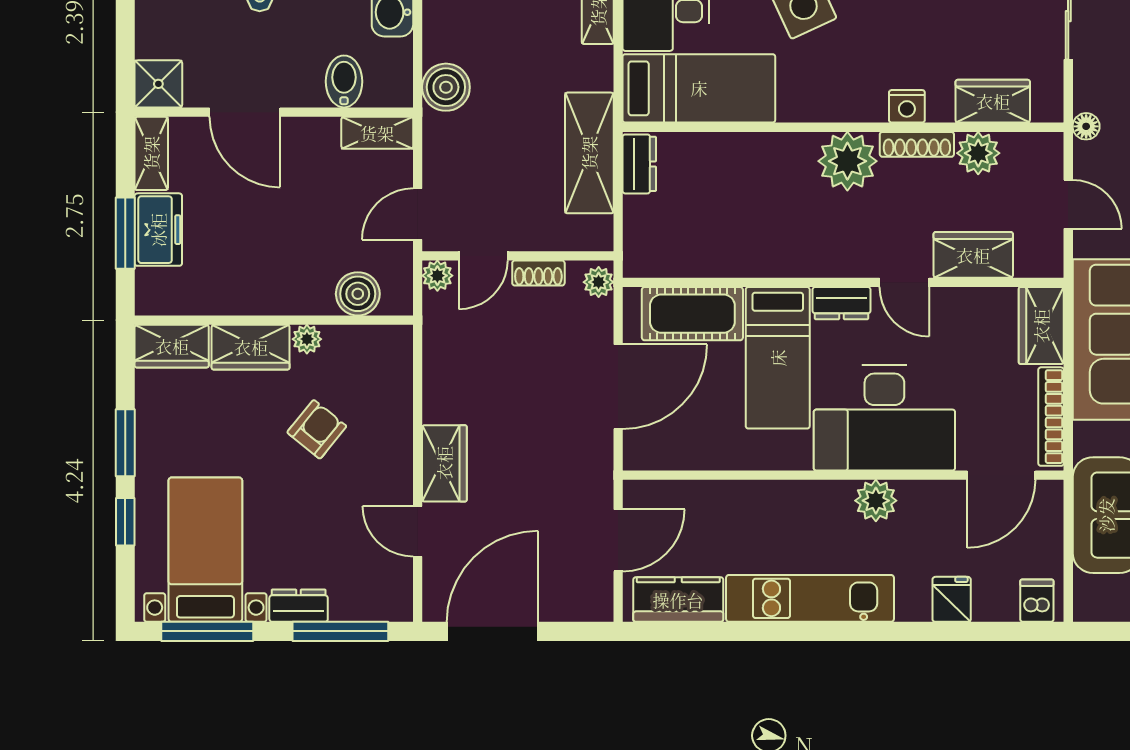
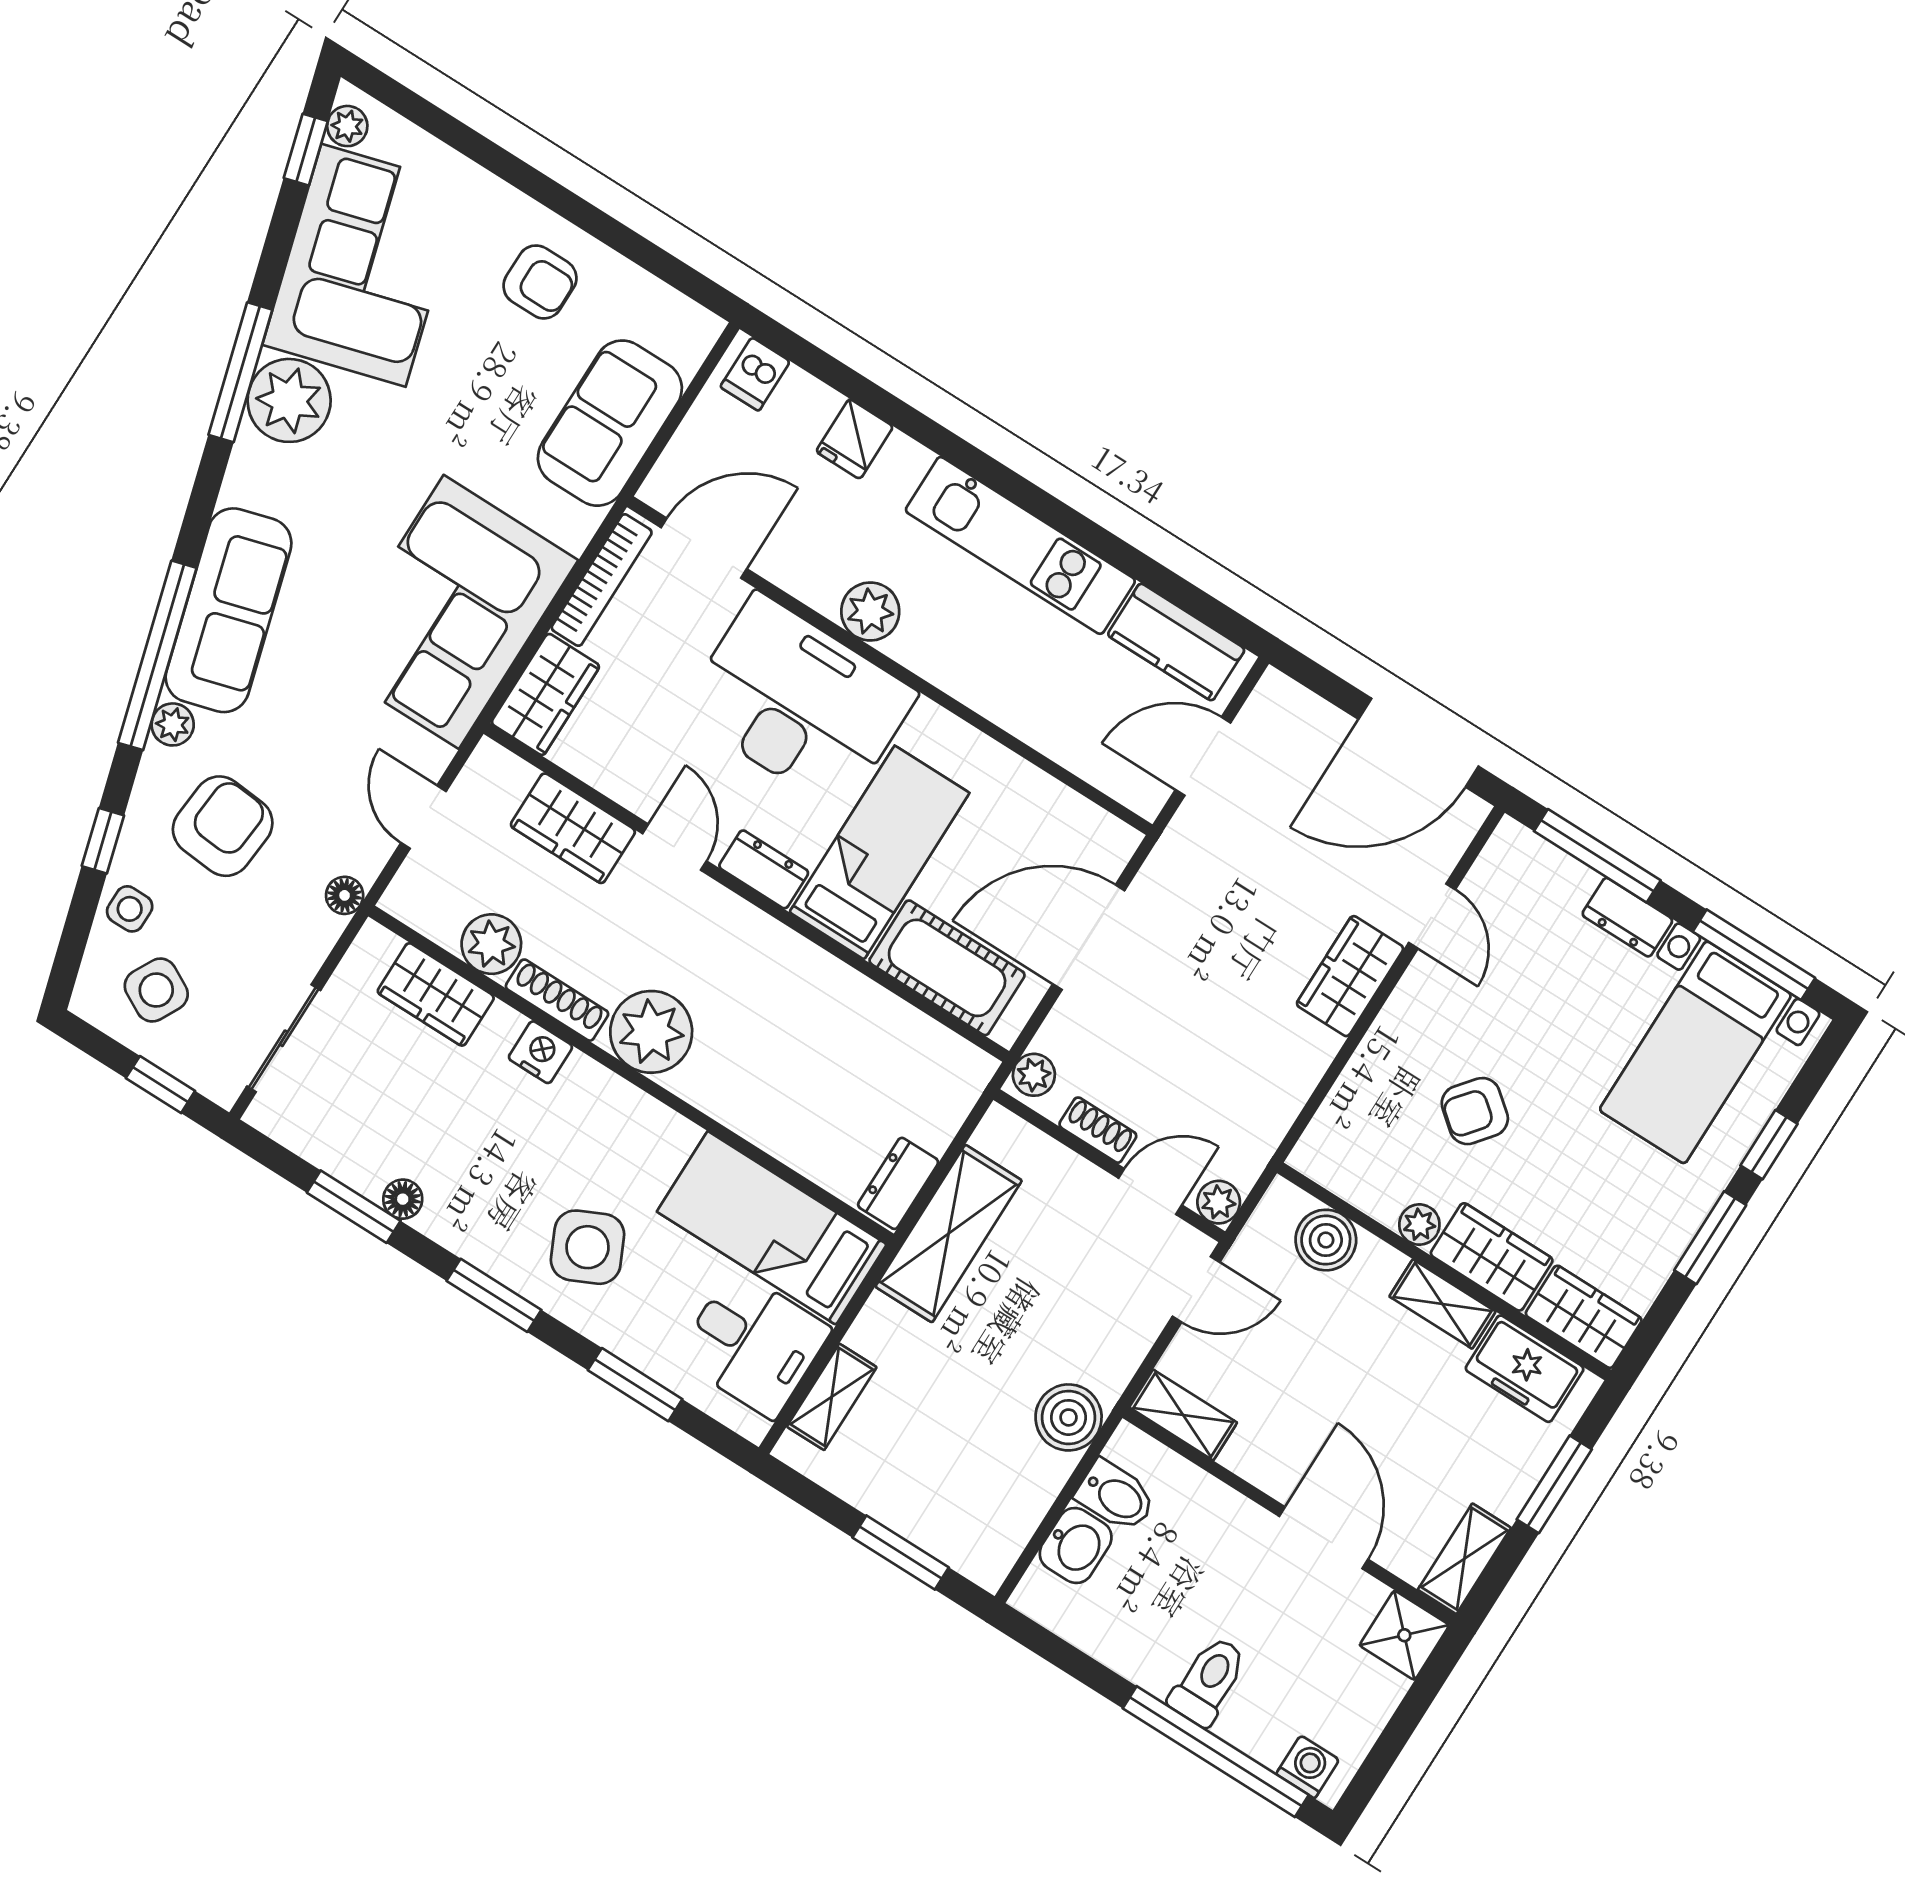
bidet: (344, 81) -> (1116, 1496), moved, turned -90
freezer: (158, 230) -> (1525, 1369), moved, turned -90
shelving: (262, 300) -> (1442, 1304), added

